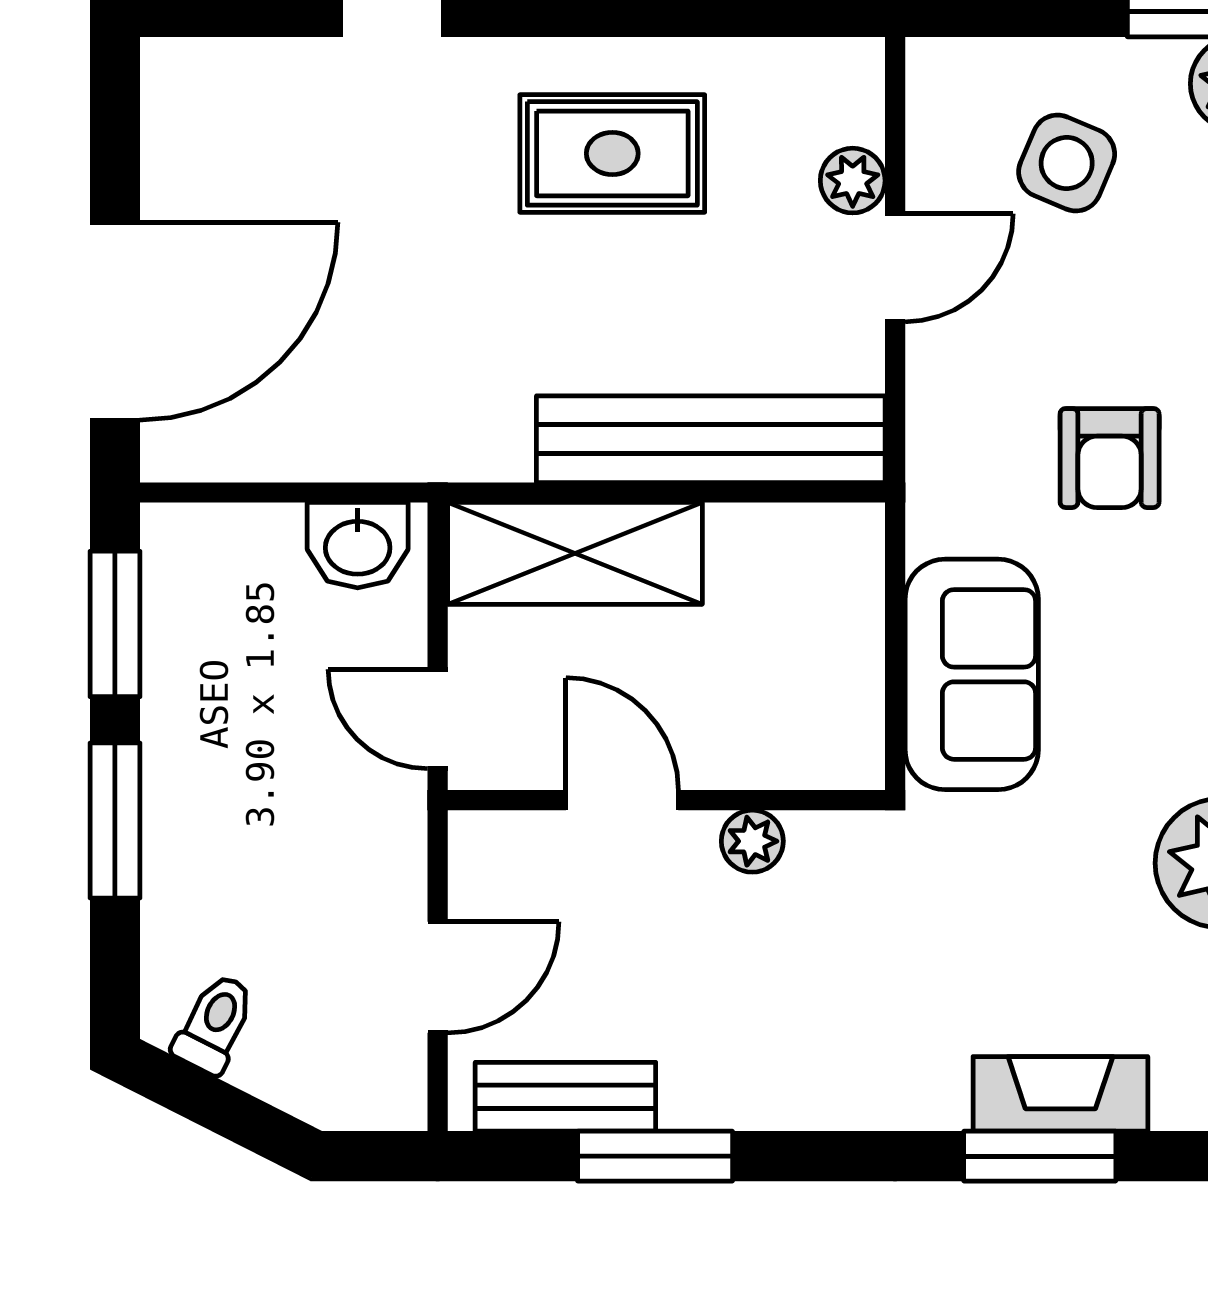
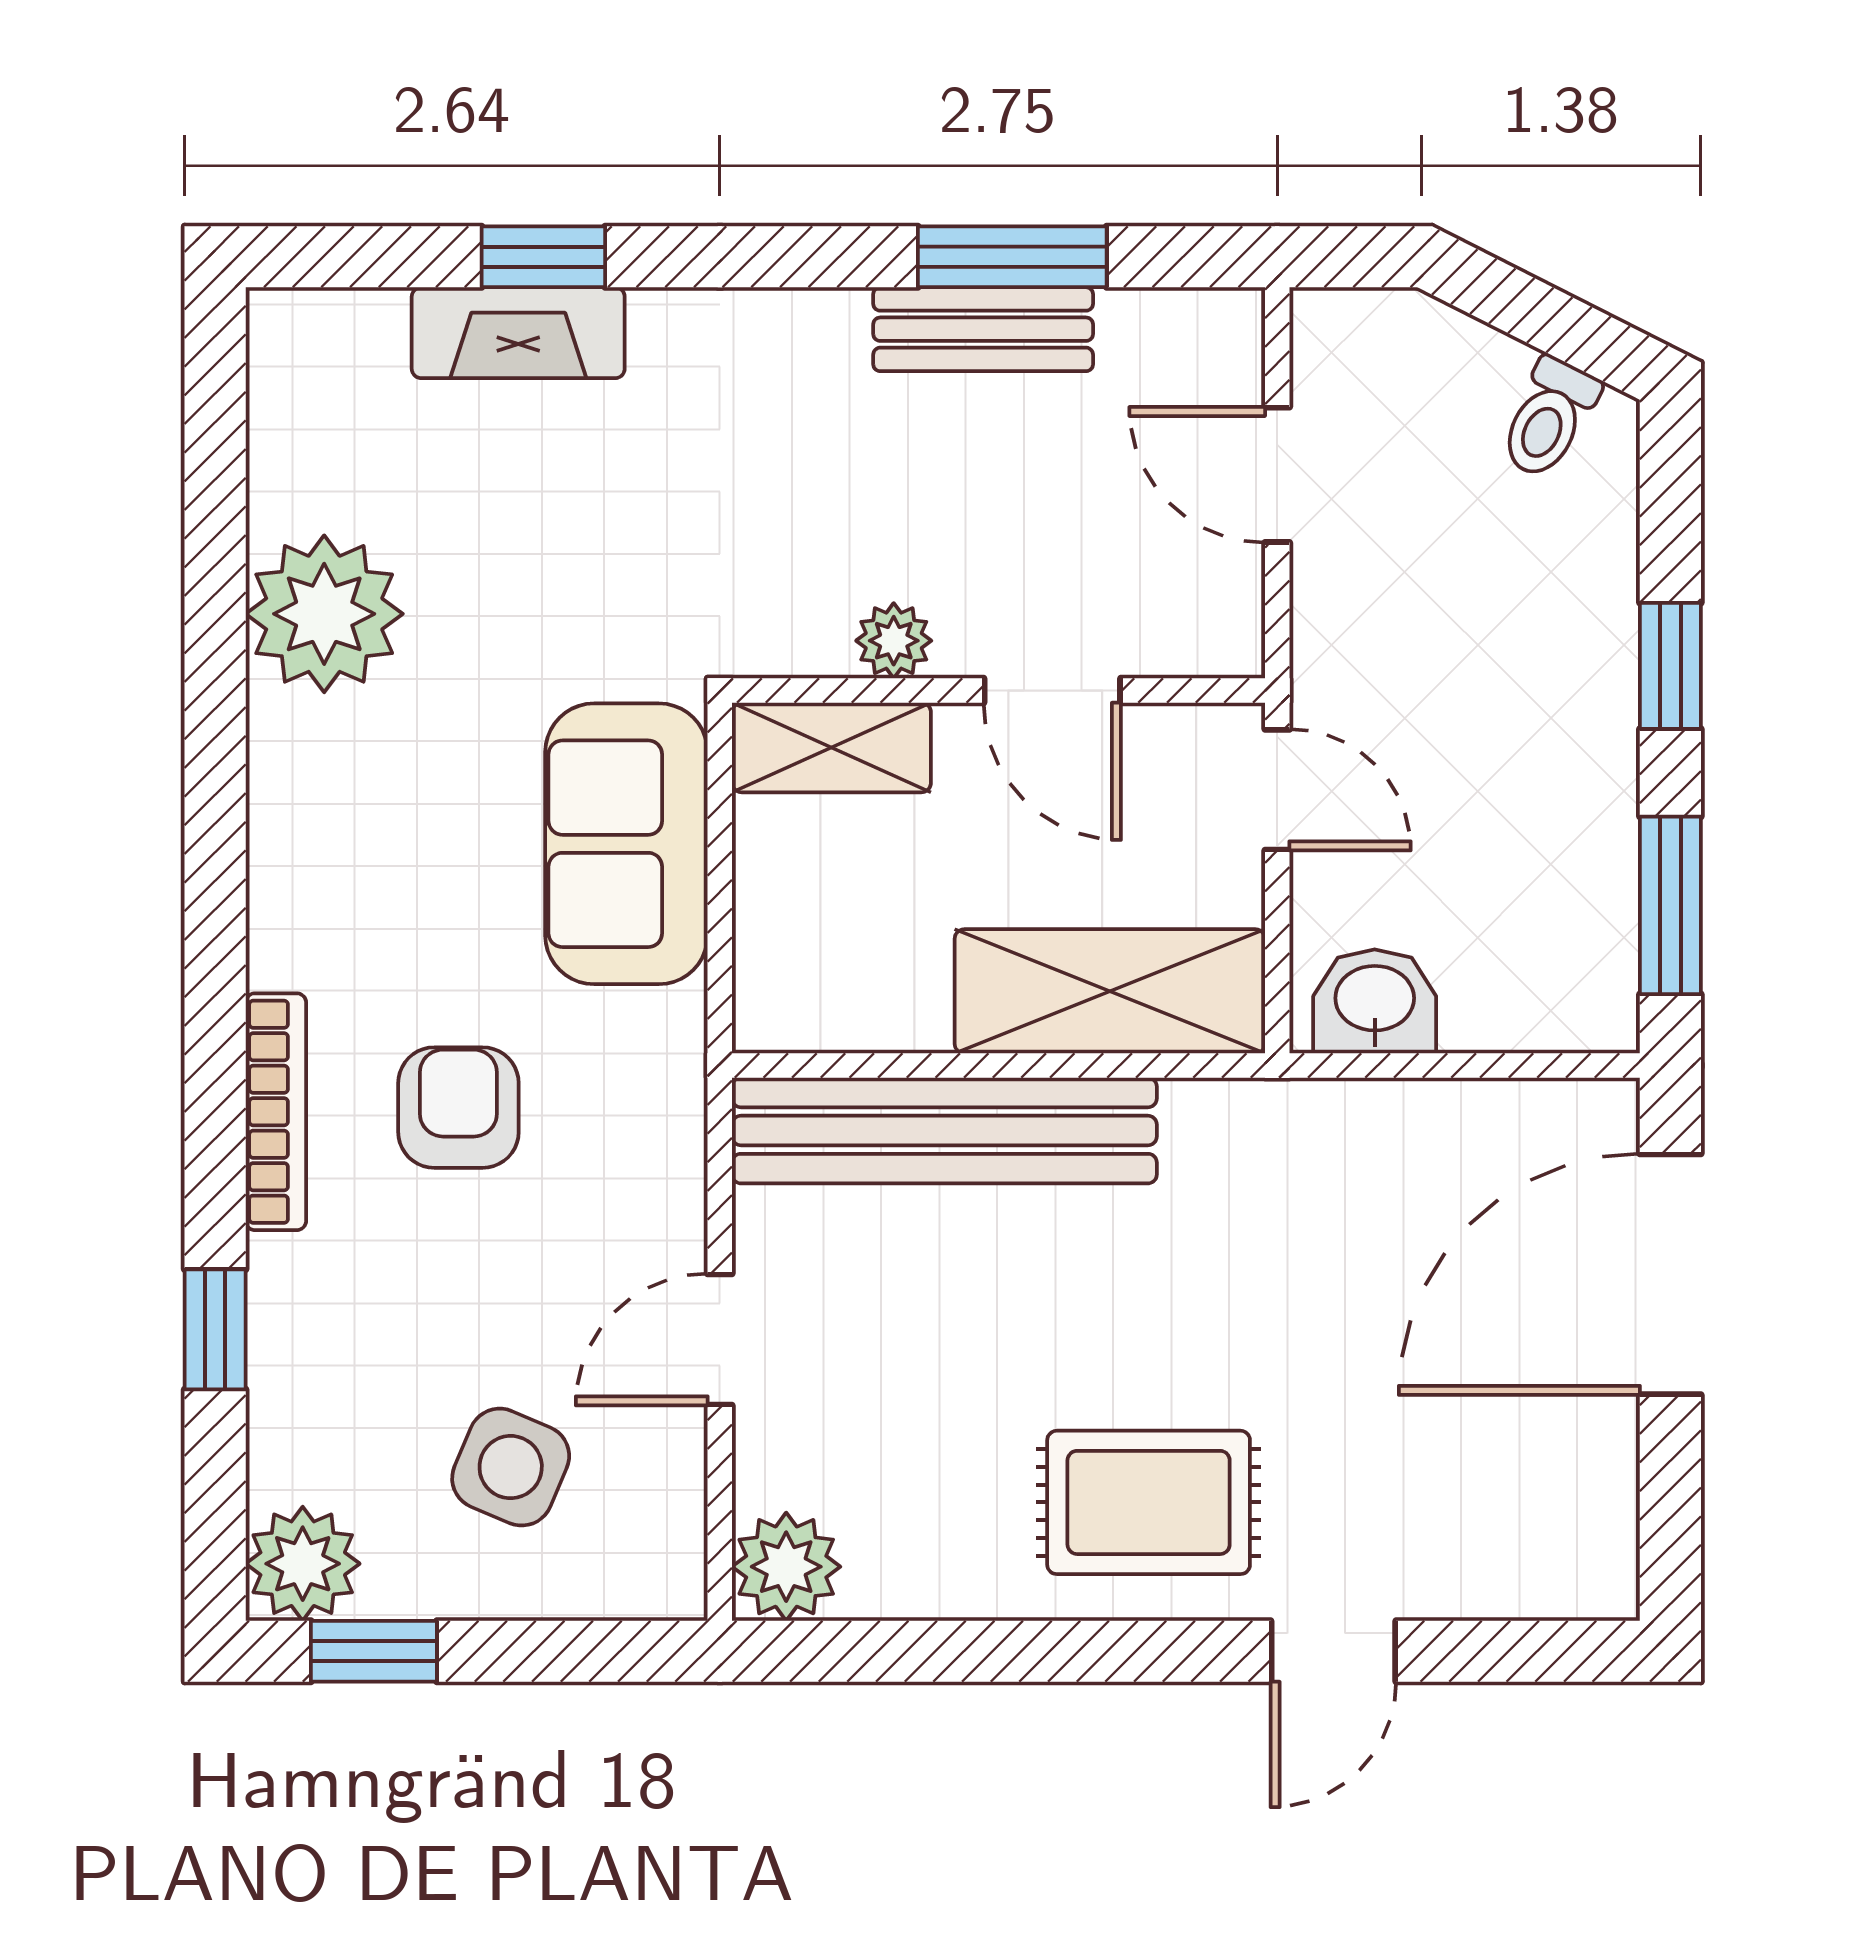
rug: (612, 153) -> (1149, 1502), moved
plant: (853, 181) -> (786, 1567), moved, width x1.38, depth x1.38
shelving: (803, 753) -> (831, 747), added
window: (115, 821) -> (1670, 666), width x0.67
door: (438, 977) -> (1277, 475), hinge flipped
bench: (565, 1097) -> (983, 329), moved
window: (1040, 1156) -> (543, 257), width x0.67

